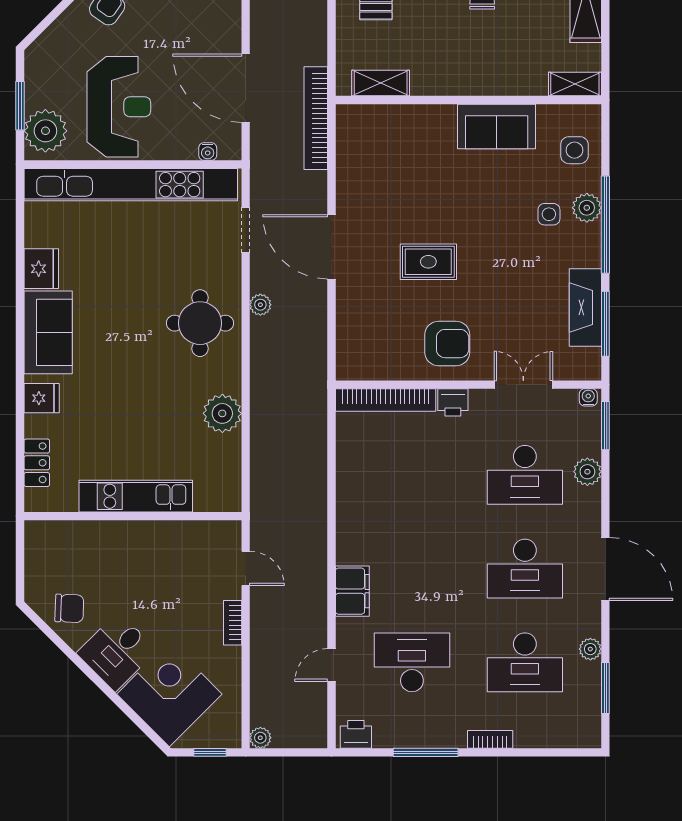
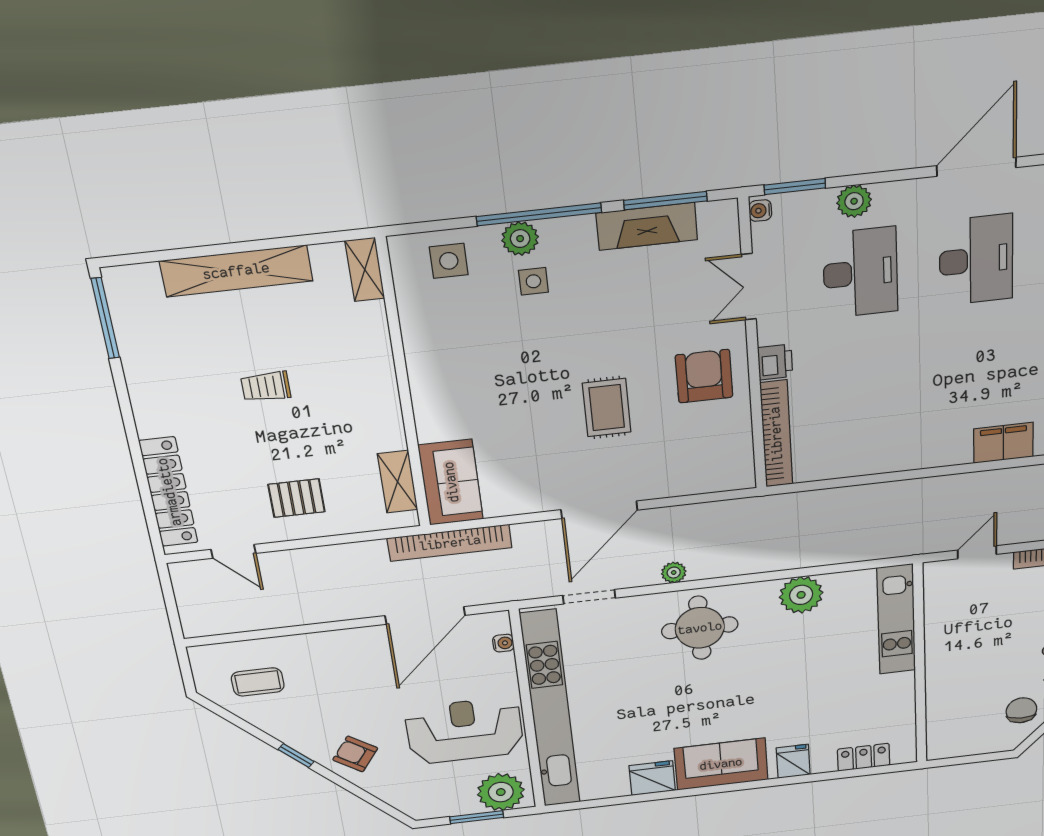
sofa: (497, 127) -> (451, 482), moved
kitchen unit: (136, 496) -> (896, 619), moved

